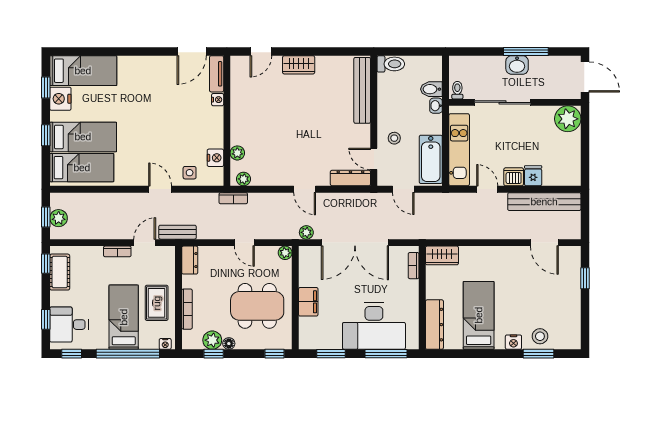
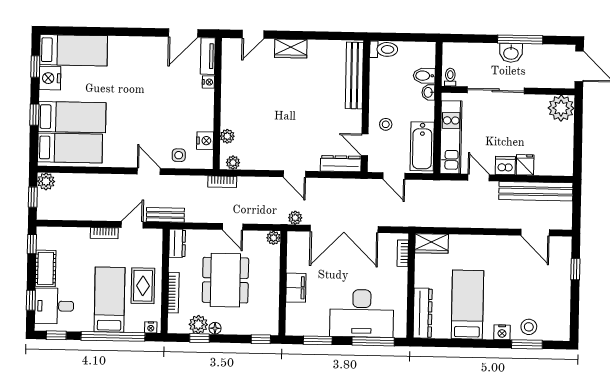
plant: (59, 218) -> (46, 181), moved
cot: (60, 272) -> (46, 268), moved
dining table: (257, 306) -> (225, 280), moved, turned 90

